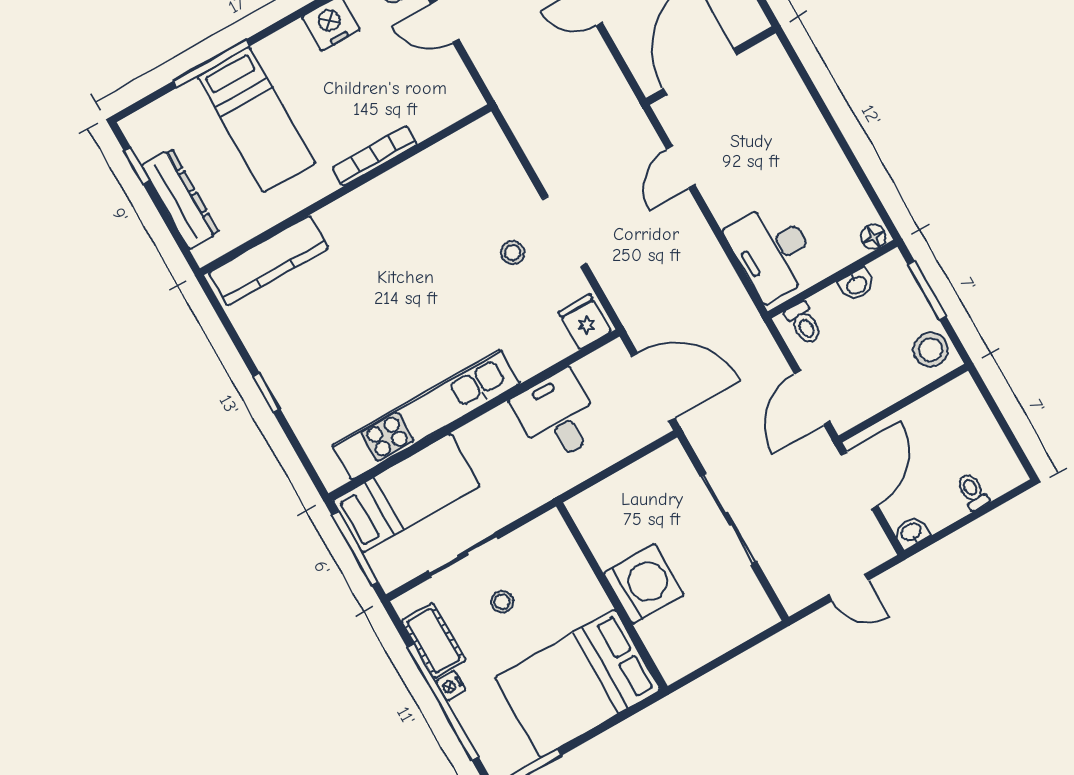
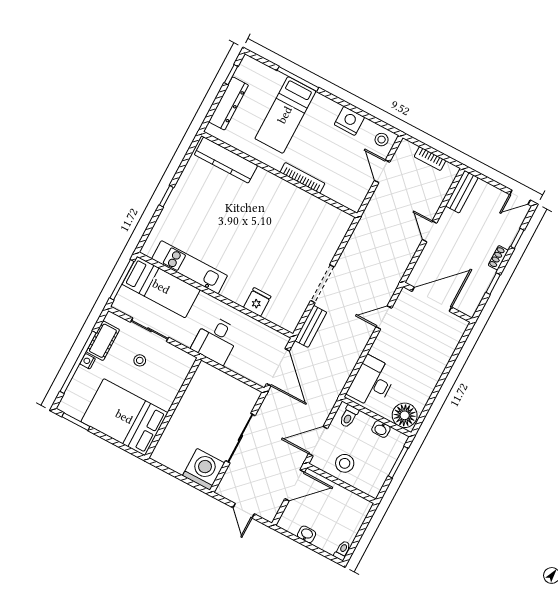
floor lamp: (873, 237) -> (405, 415), width x1.89, depth x1.89
stool: (513, 253) -> (298, 267), removed
bench: (621, 293) -> (311, 326), added
fridge: (585, 322) -> (257, 302), moved
stool: (930, 350) -> (345, 463), moved
kitchen unit: (426, 415) -> (190, 267), width x0.73
desk: (557, 416) -> (216, 340), moved, turned 180
toilet: (973, 492) -> (342, 550), moved
washbasin: (912, 532) -> (307, 534), moved
washing machine: (644, 584) -> (204, 469), moved, turned -90

